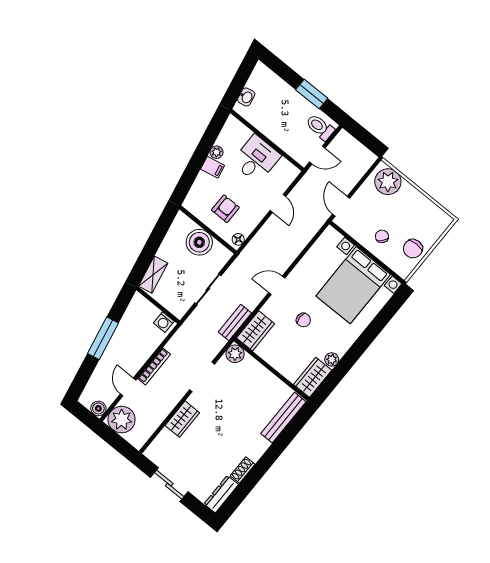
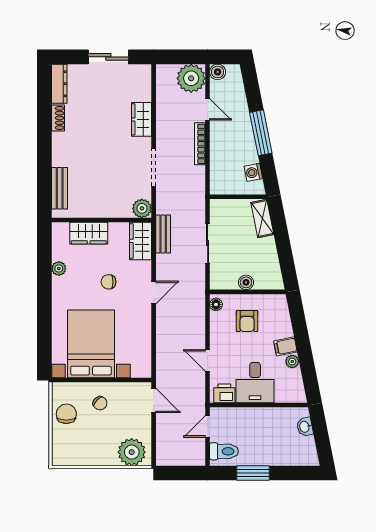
printer: (285, 169) -> (224, 393), added
boiler: (199, 242) -> (246, 282), width x0.54, depth x0.54
washing machine: (164, 322) -> (253, 172), moved, turned -101
wardrobe: (313, 377) -> (89, 233), moved, turned 90
bench: (283, 418) -> (60, 188), width x0.73

